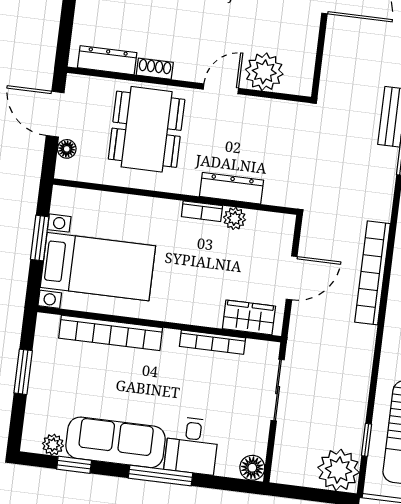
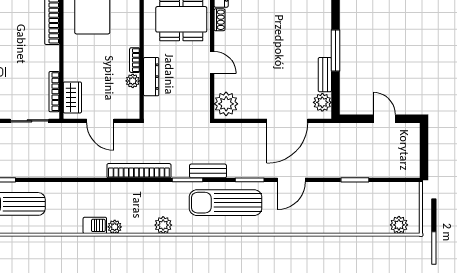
plant: (264, 72) -> (226, 104), moved
bookcase: (373, 273) -> (139, 171), moved
bookcase: (212, 342) -> (54, 92), moved

